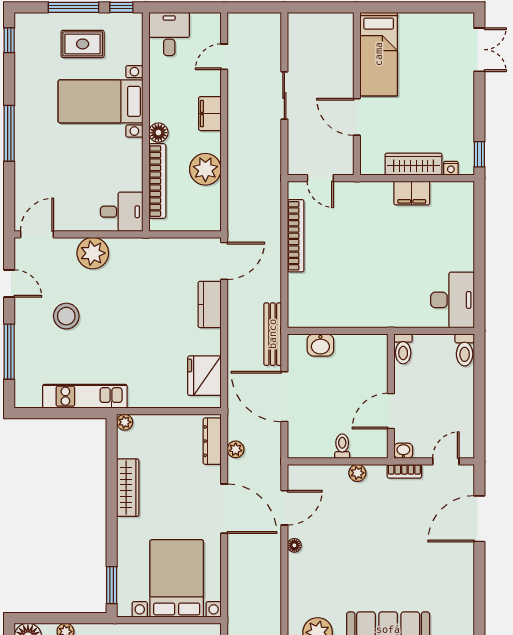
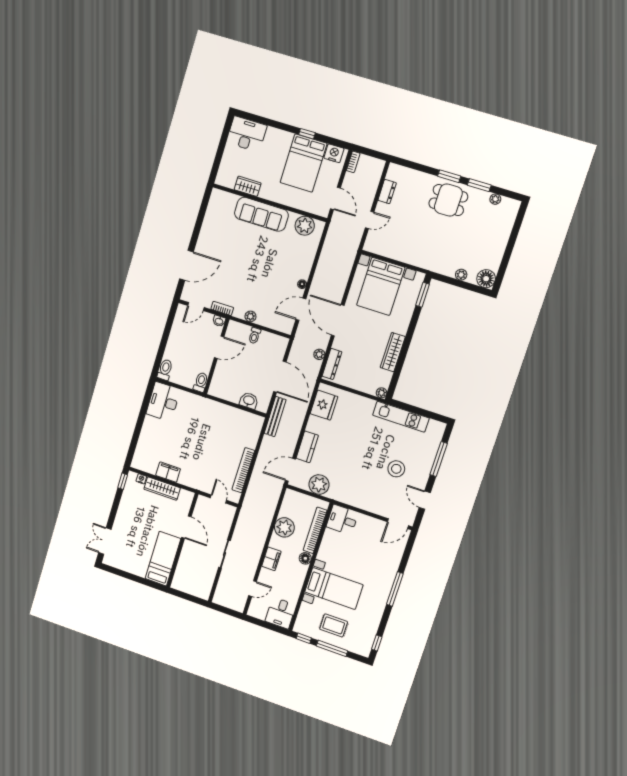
plant: (93, 253) -> (319, 485), moved

